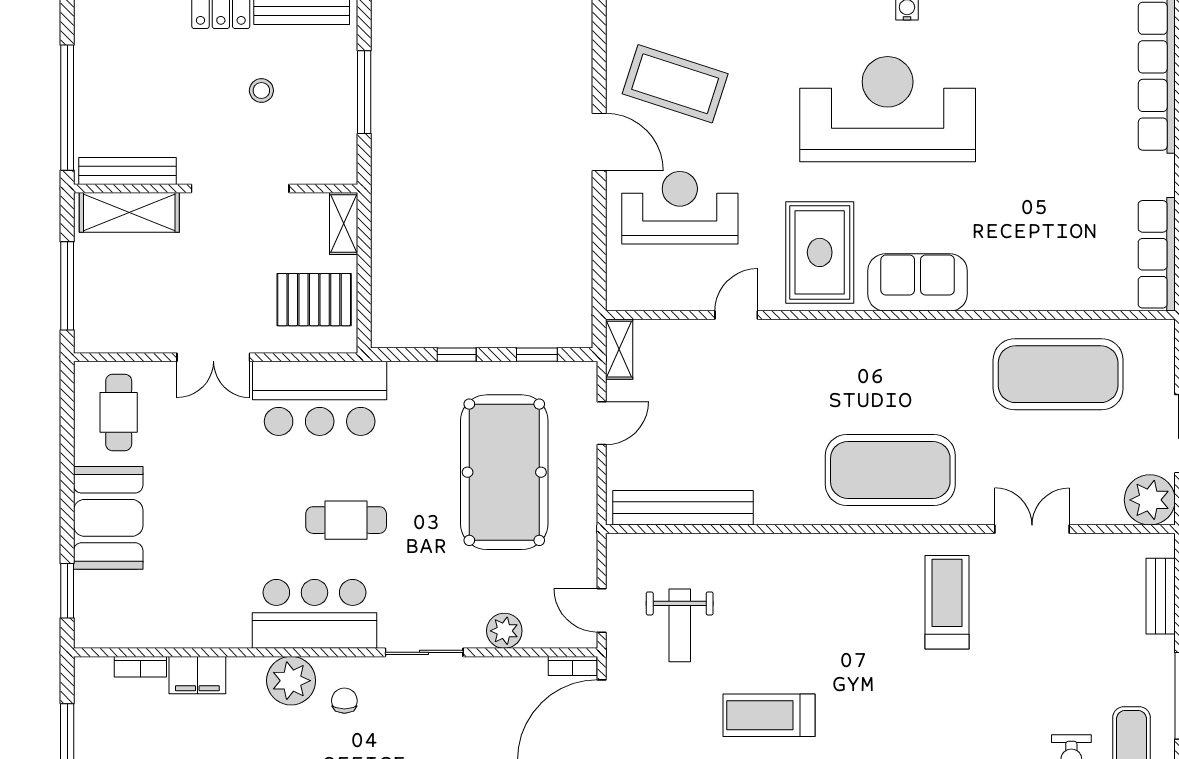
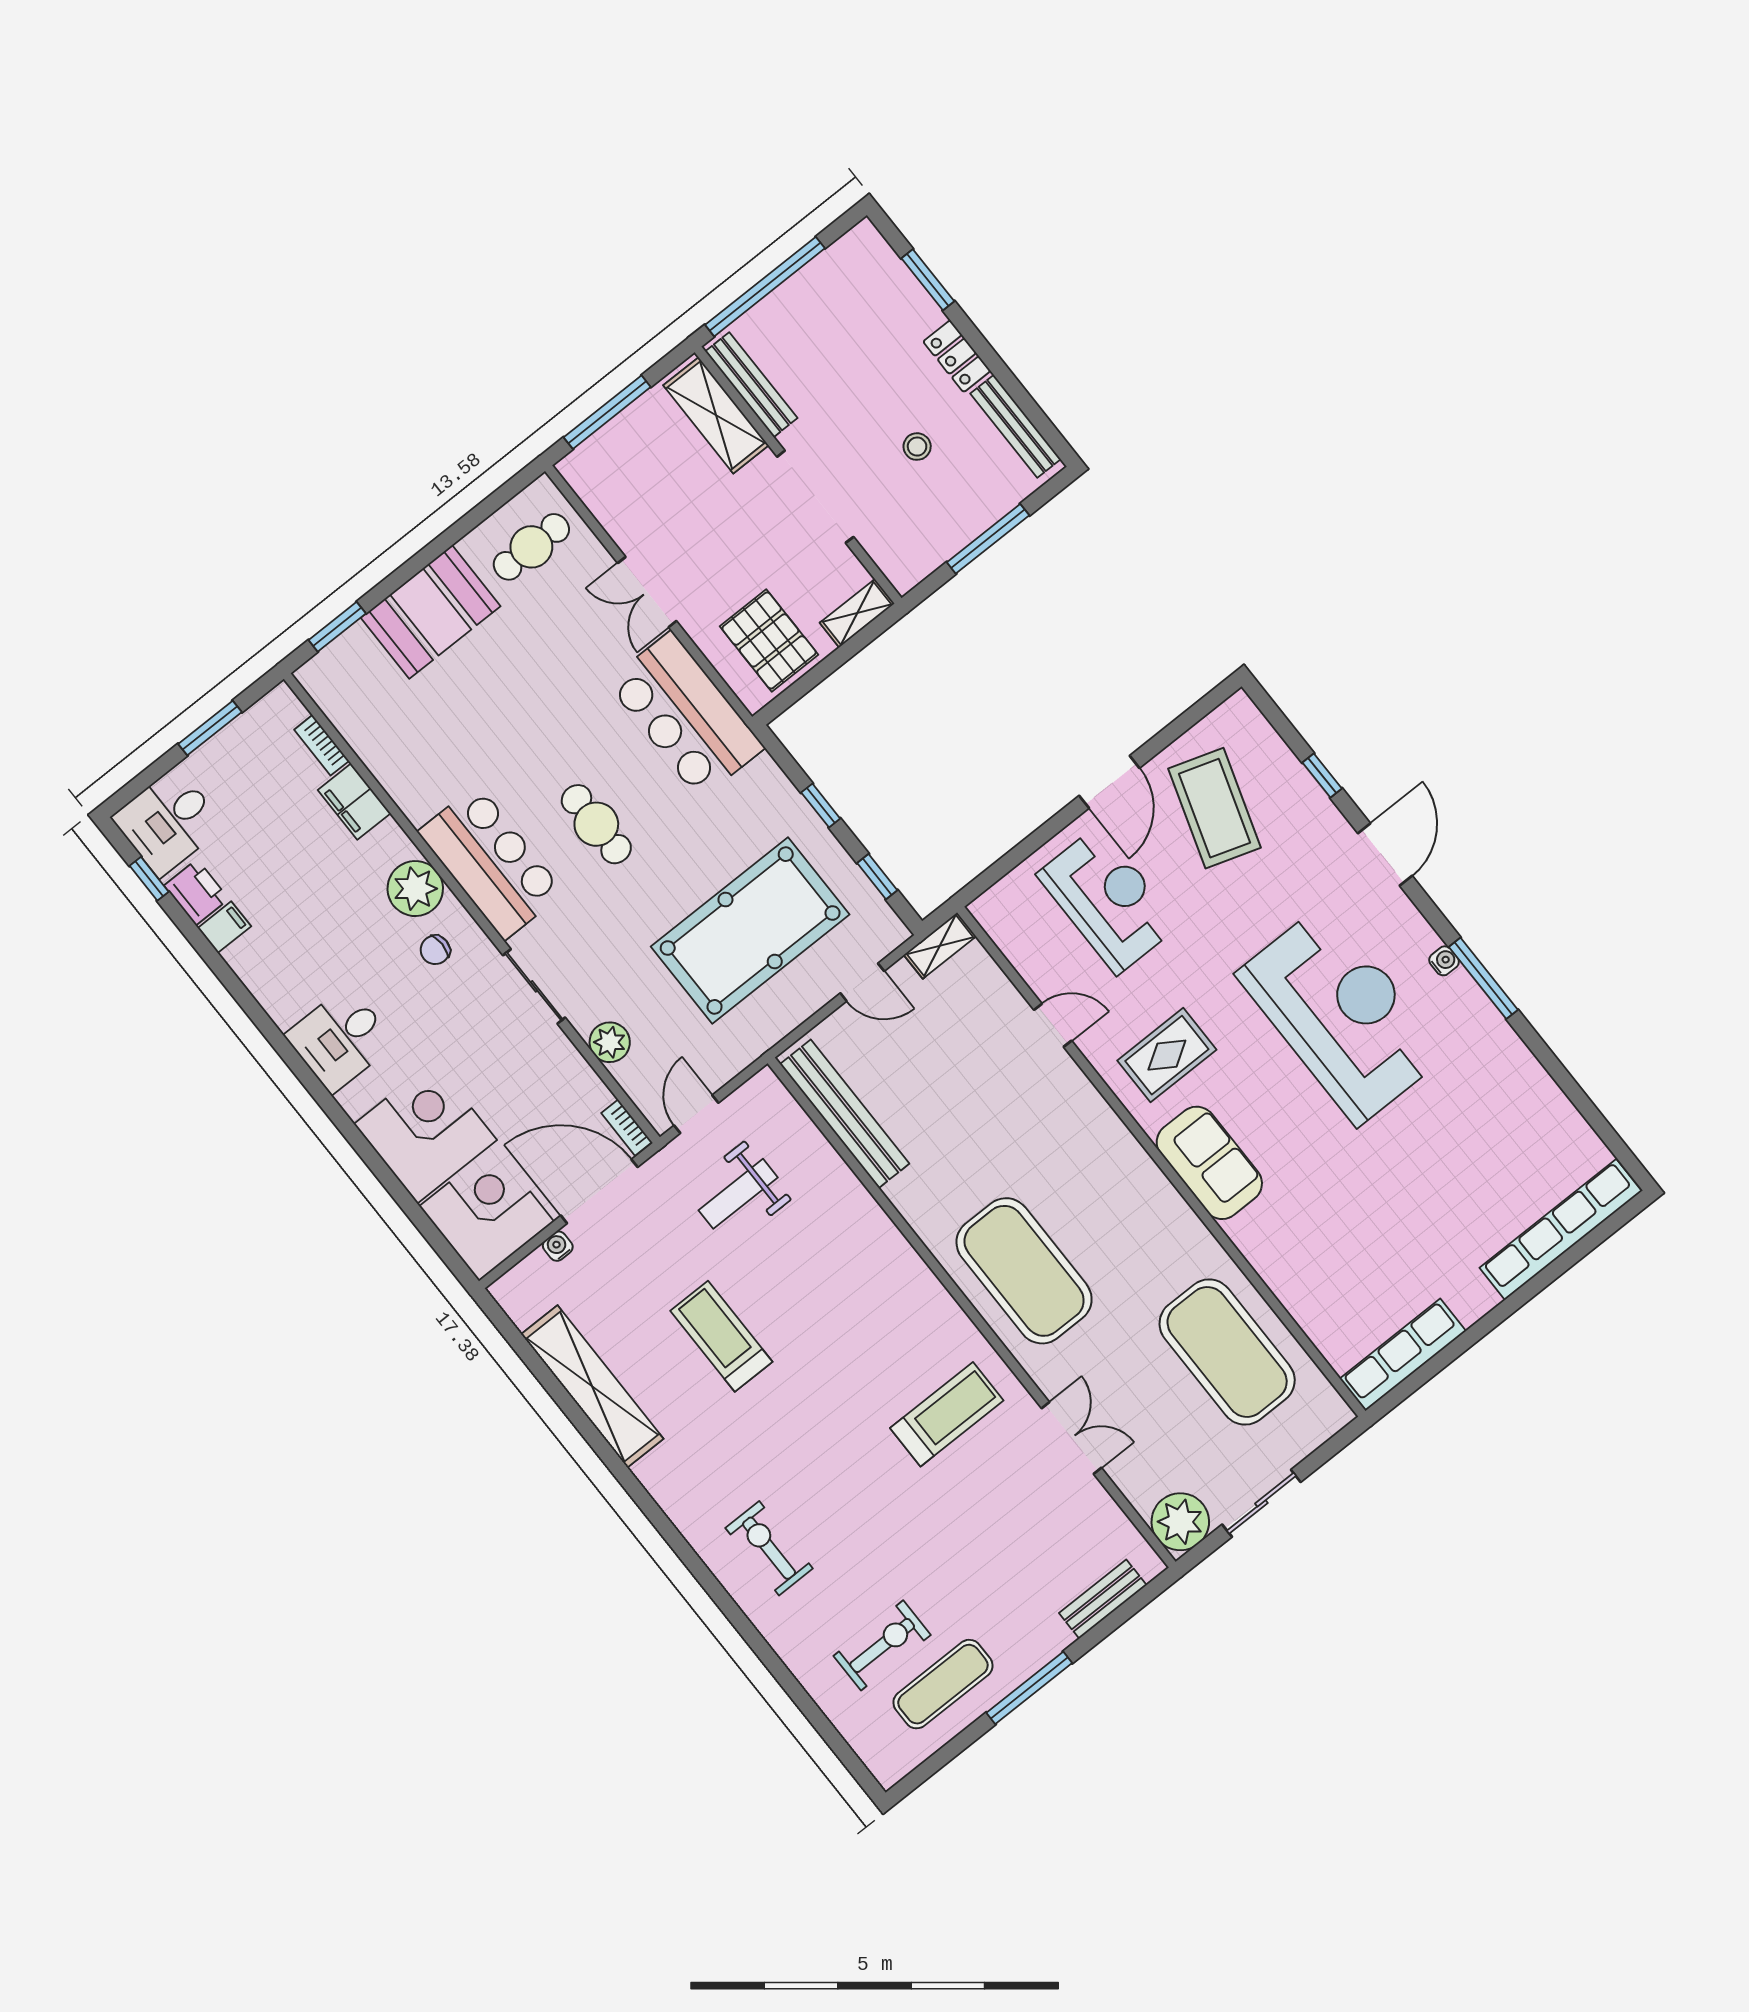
rug: (820, 252) -> (1167, 1055), width x0.73, depth x0.70
chair: (344, 701) -> (435, 950), turned 180

